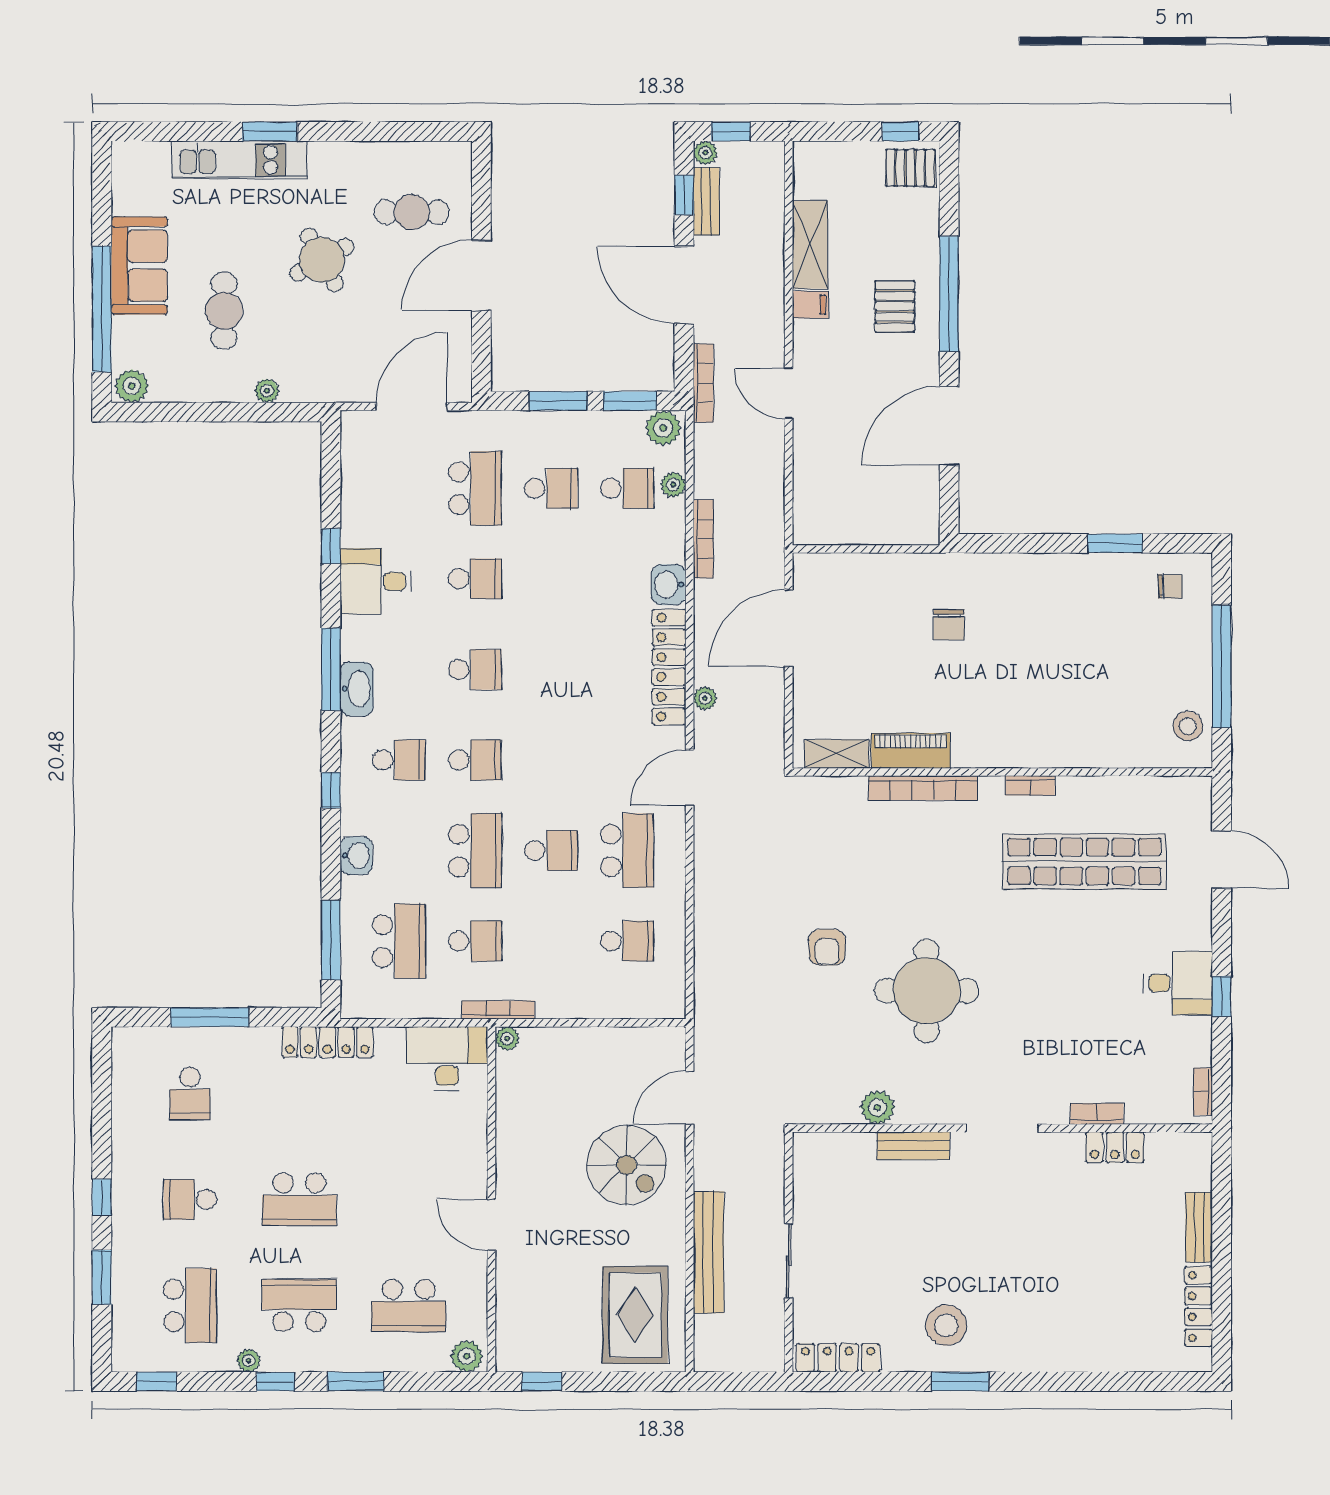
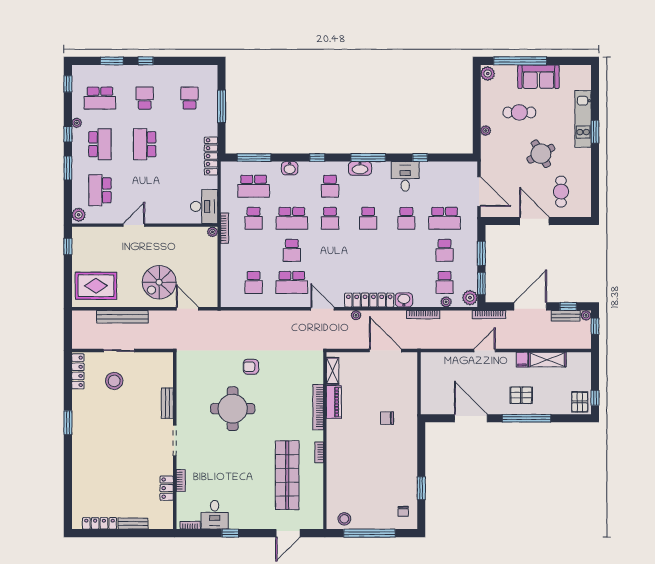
desk: (1178, 983) -> (215, 515), moved
school desk: (190, 1093) -> (189, 98), turned 90
plant: (877, 1107) -> (183, 388), removed
stool: (946, 1325) -> (114, 381), moved

